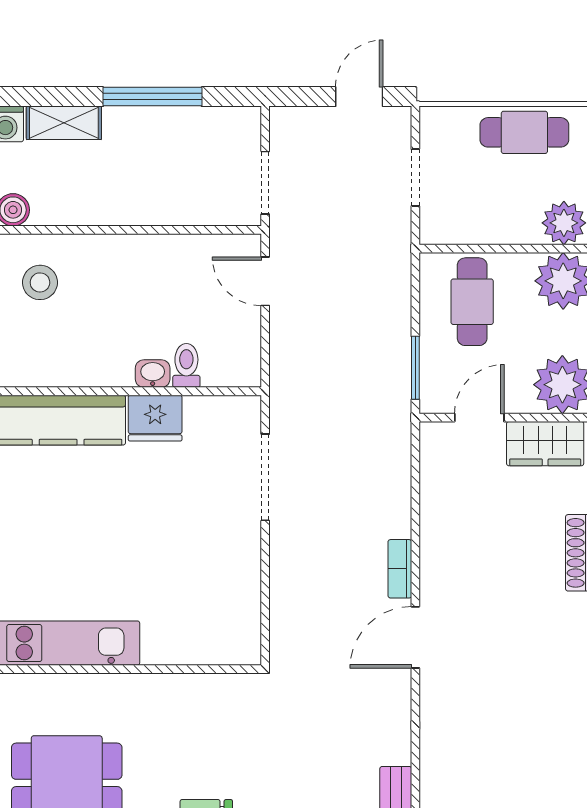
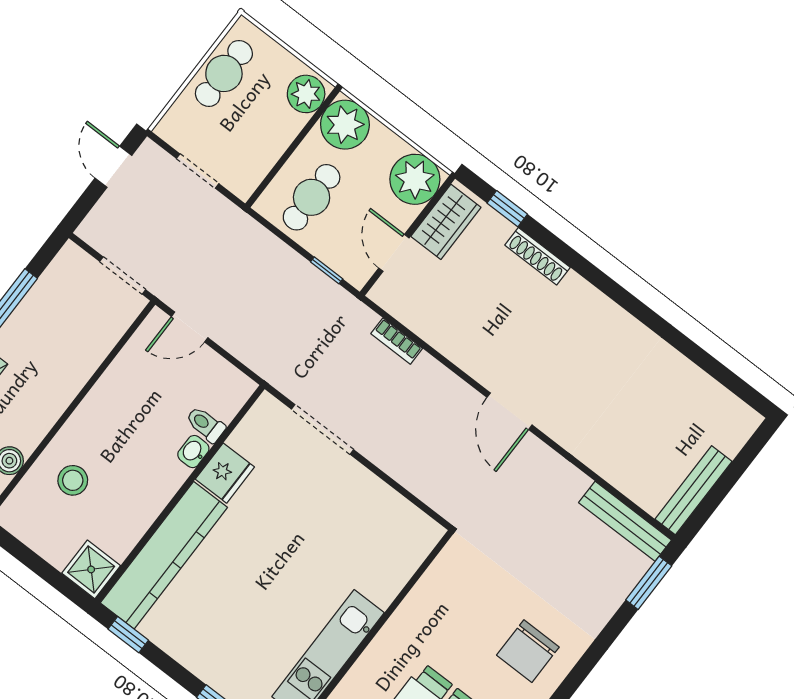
cafe table: (472, 302) -> (312, 197), turned 90
window: (415, 368) -> (327, 270), width x0.67
bookcase: (400, 569) -> (397, 341), moved

